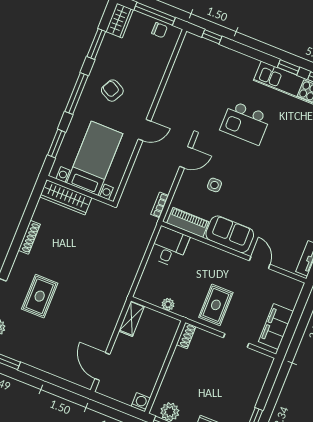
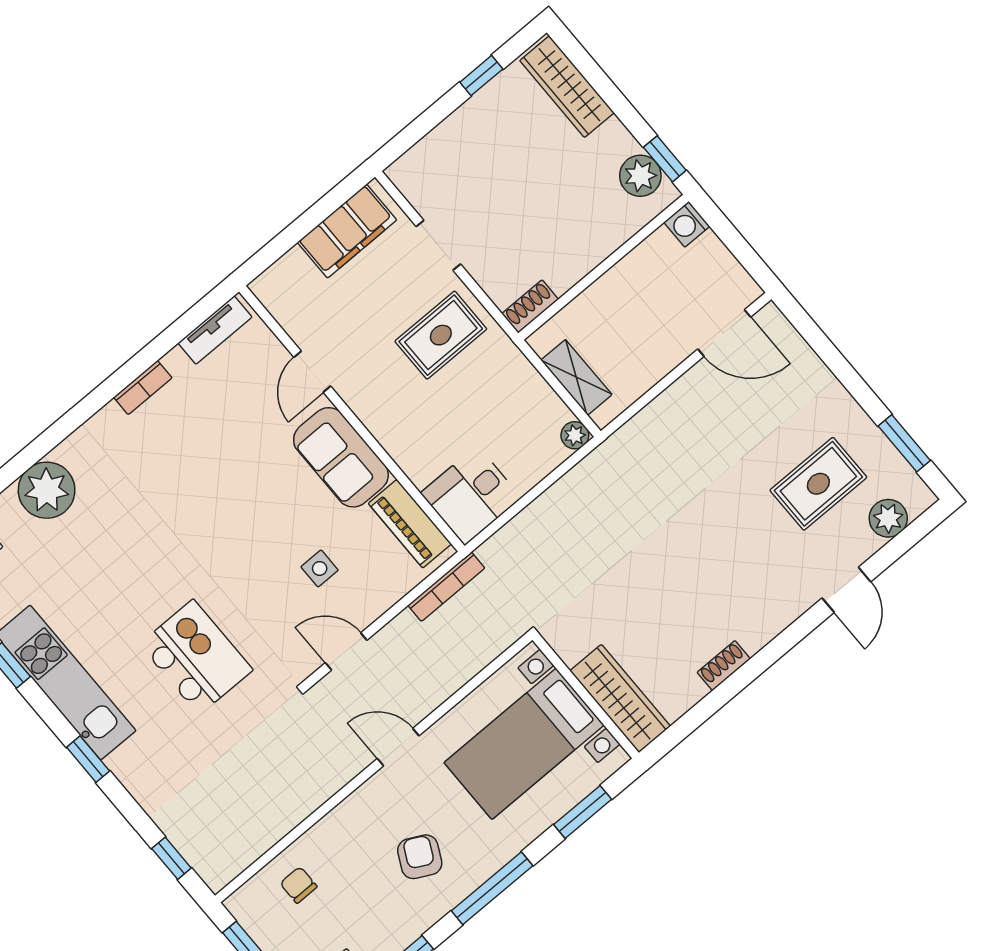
chair: (159, 30) -> (299, 885), moved
window: (288, 67) -> (88, 759), moved
armchair: (112, 91) -> (420, 857), turned 180
bookcase: (160, 205) -> (446, 587), width x1.56
shoe rack: (29, 237) -> (724, 666), width x0.70
rug: (40, 296) -> (818, 484), moved
plant: (168, 304) -> (575, 435), moved
shelving: (132, 318) -> (576, 377), moved, turned 90
door: (102, 367) -> (724, 333), hinge flipped

